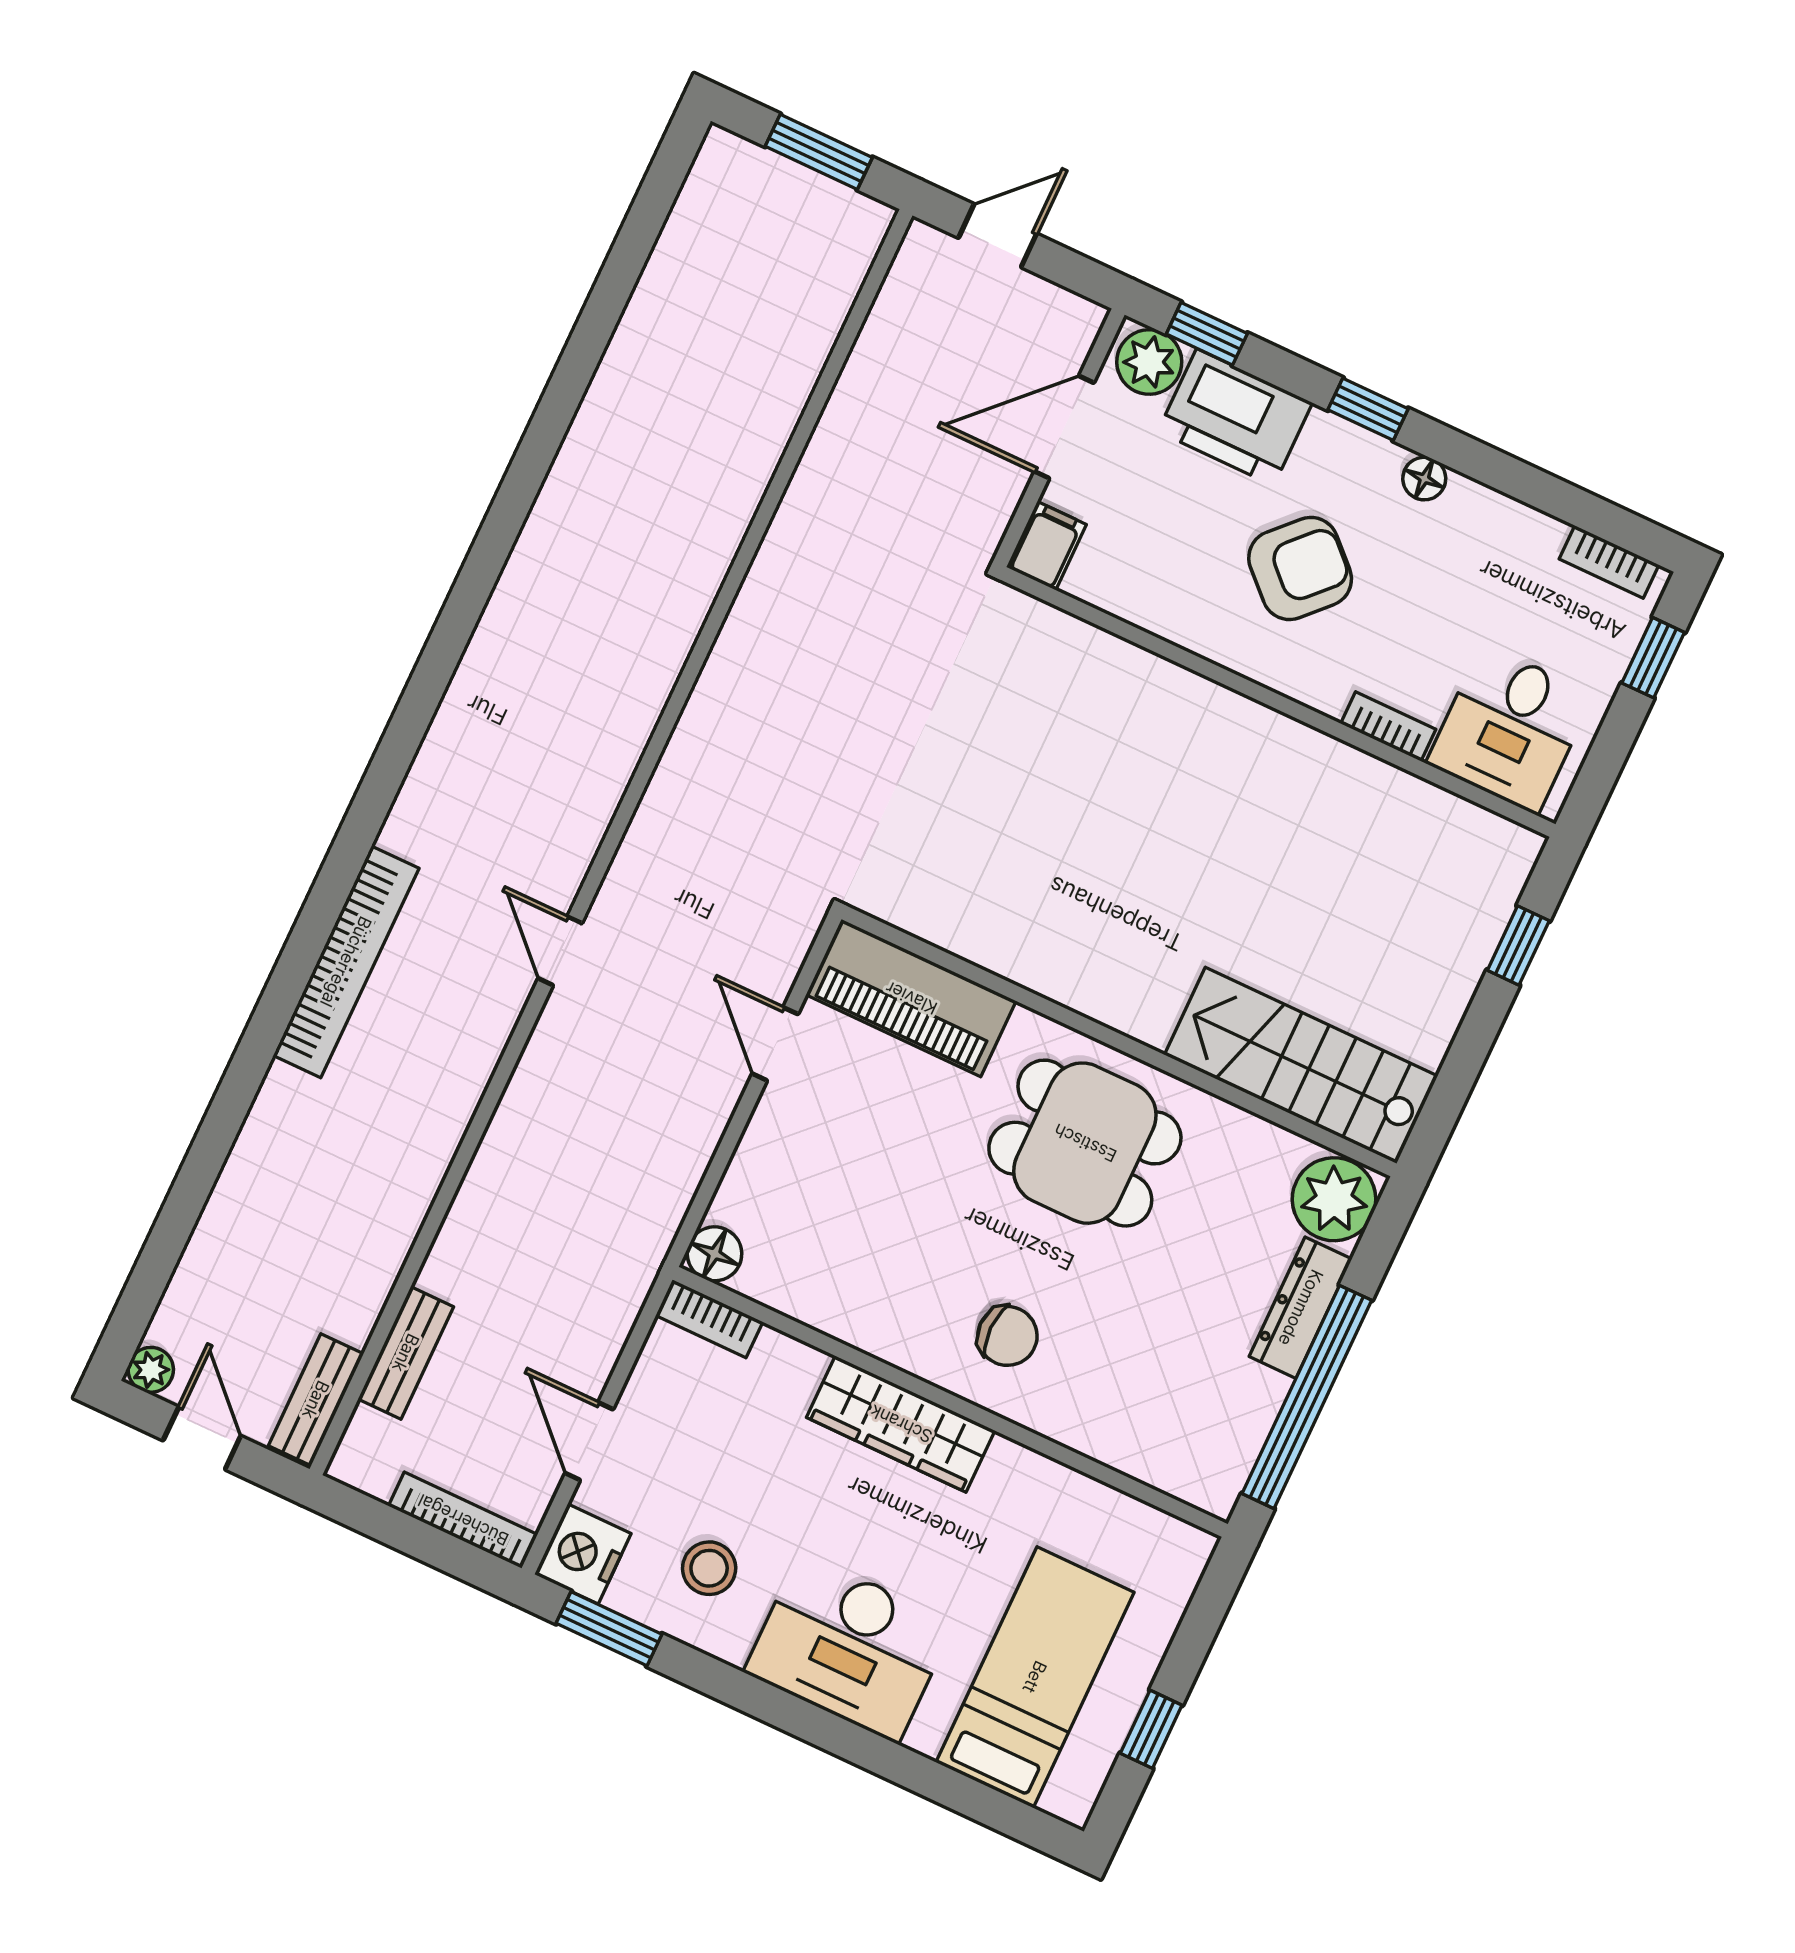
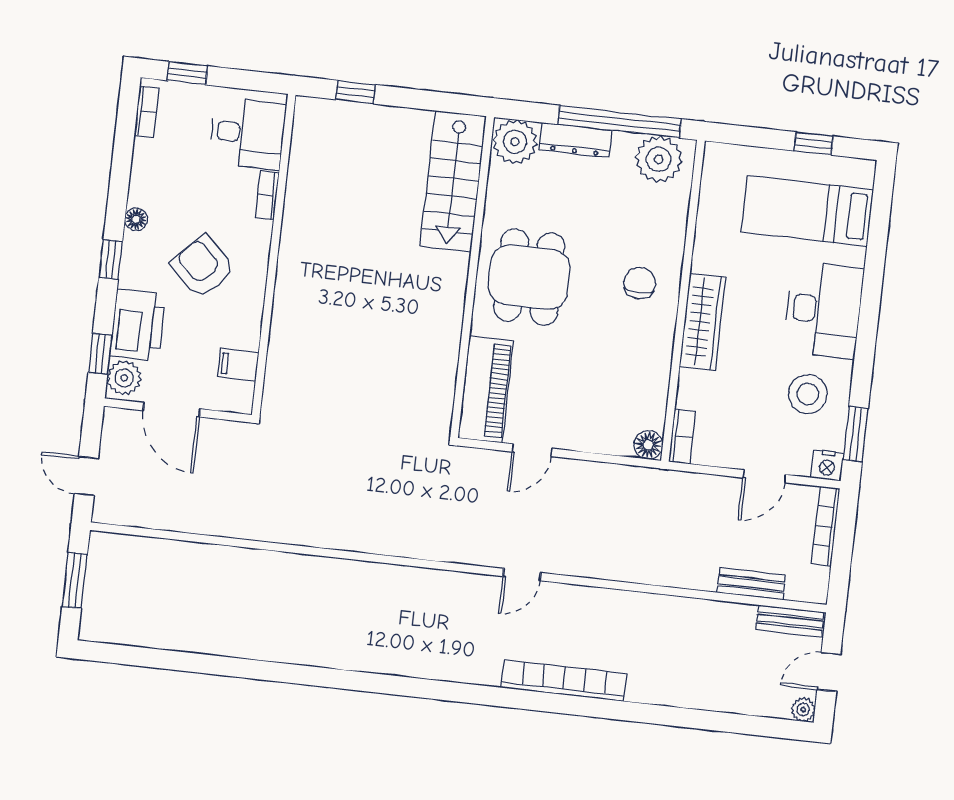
filing cabinet: (1046, 546) -> (238, 365), moved
plant: (1216, 1444) -> (659, 159), added
nightstand: (583, 1554) -> (827, 465), width x0.74, depth x0.75
stool: (709, 1568) -> (808, 394), width x1.38, depth x1.38

